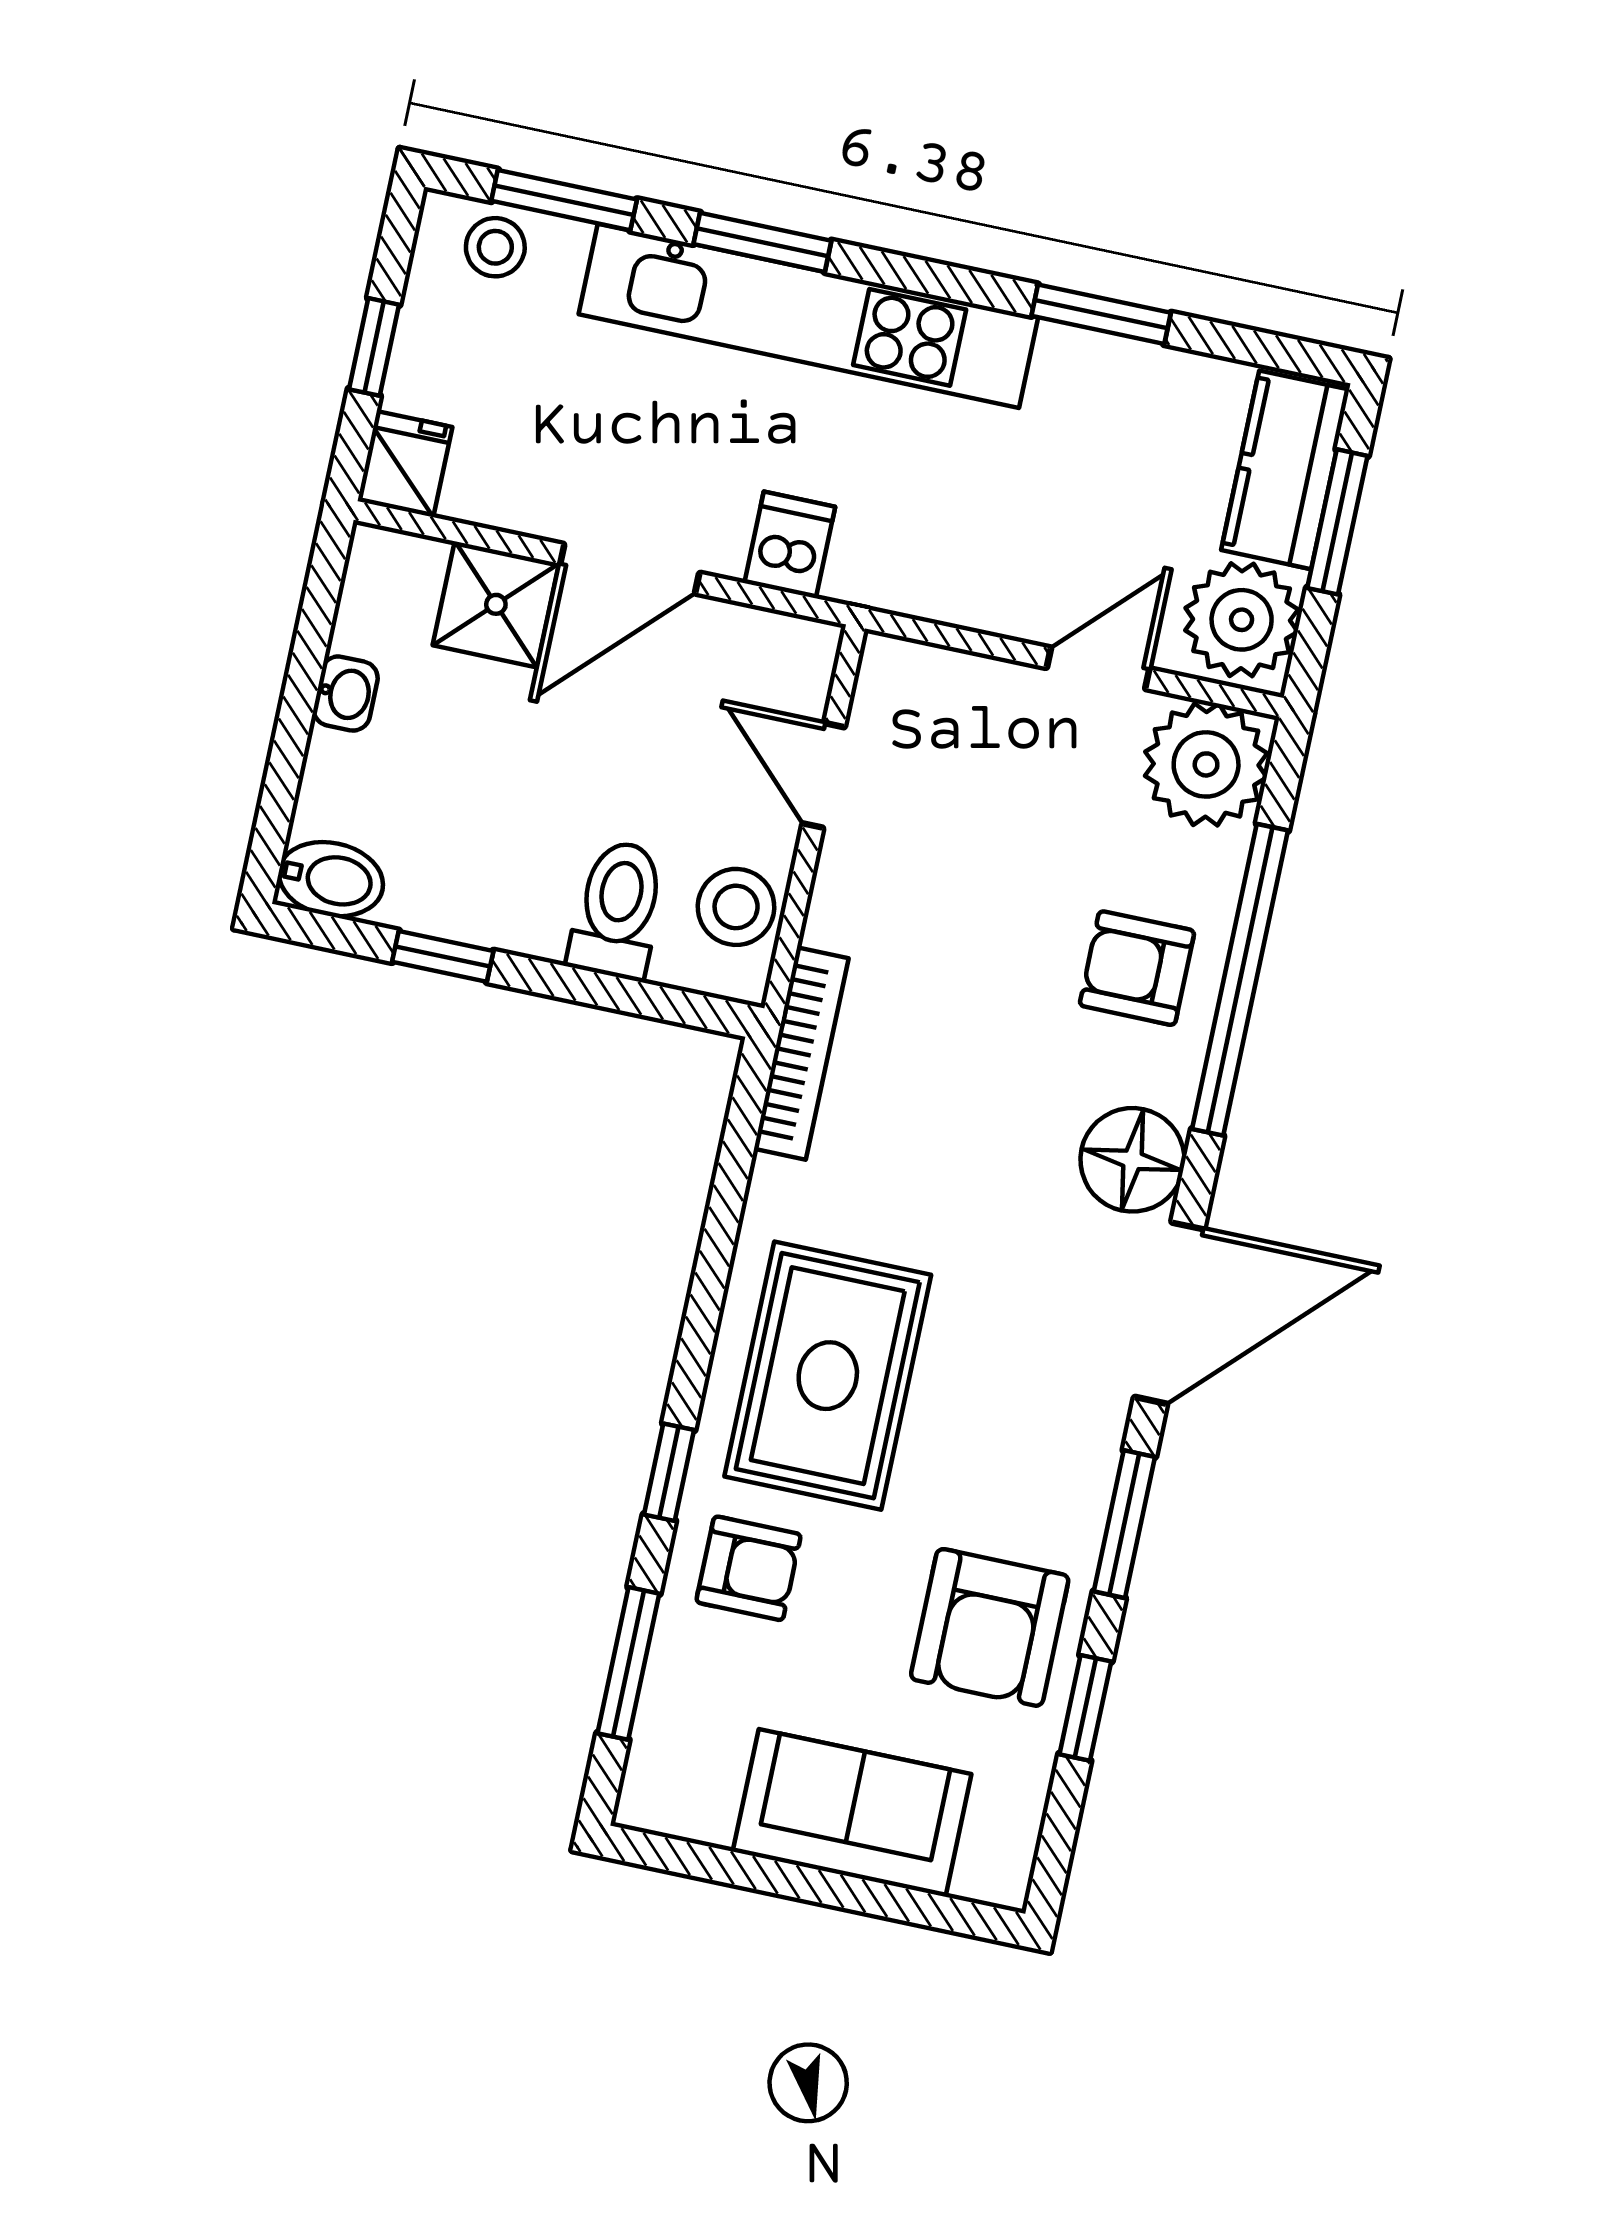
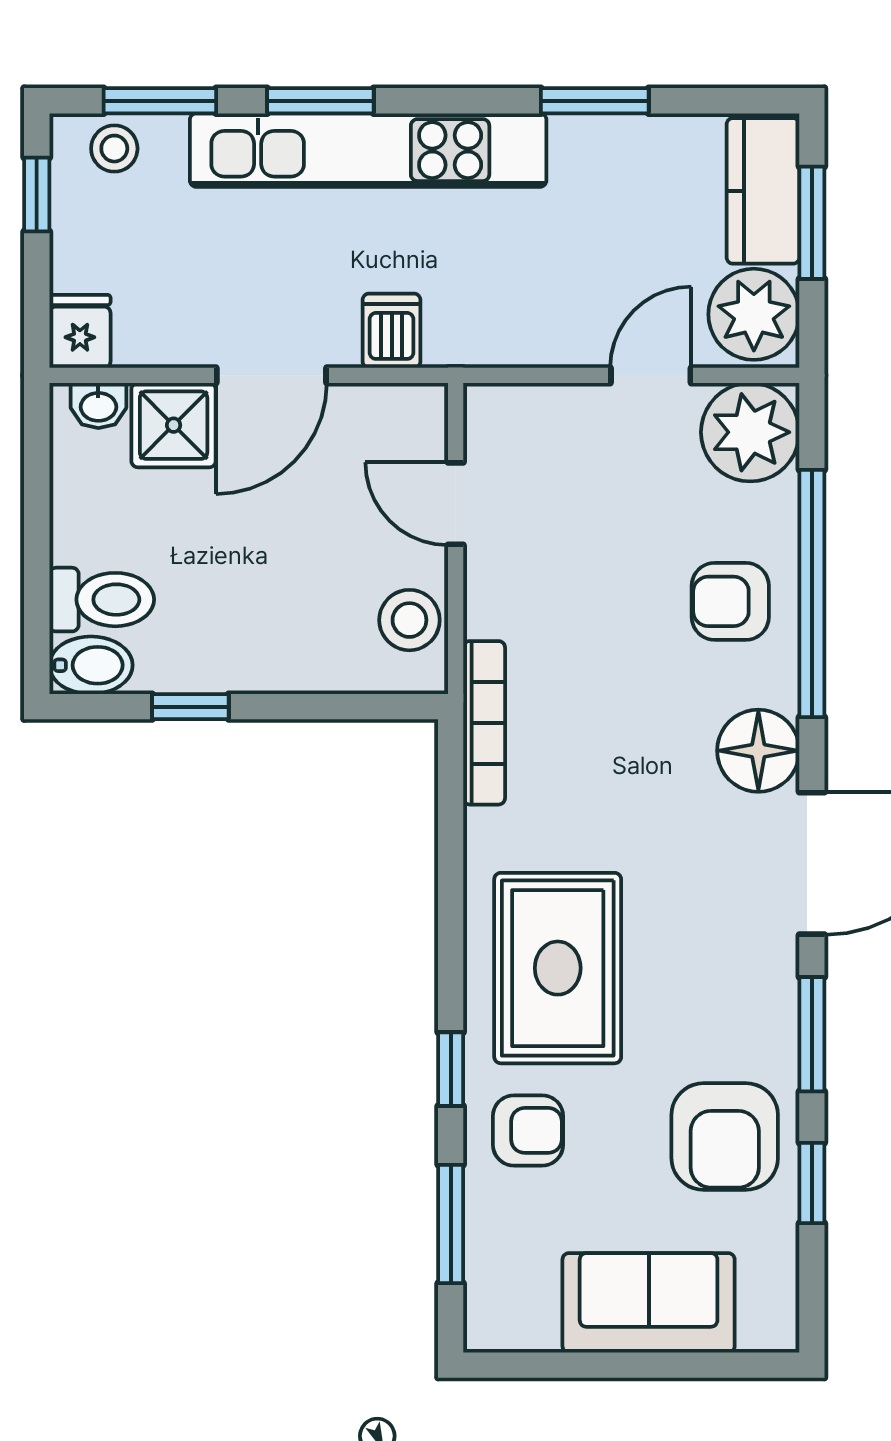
window: (374, 347) -> (37, 194), moved
washbasin: (346, 694) -> (98, 406), moved, turned 90
toilet: (618, 910) -> (102, 600), moved, turned 90

